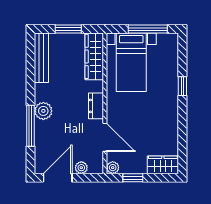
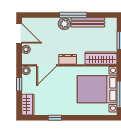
bench: (41, 58) -> (88, 22), moved
bed with nightstands: (131, 62) -> (97, 89), width x1.36
window: (182, 86) -> (55, 118), moved
window: (31, 126) -> (73, 15), moved

